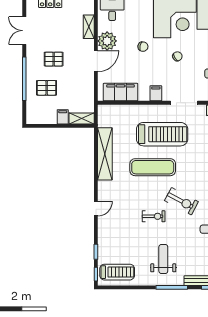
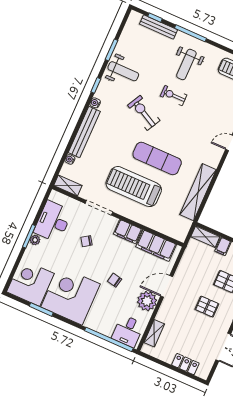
shelving: (89, 27) -> (154, 333), moved
chair: (177, 56) -> (86, 241), moved
filing cabinet: (156, 93) -> (128, 232), width x2.00
exercise bike: (154, 216) -> (174, 96), moved

